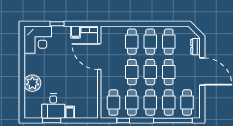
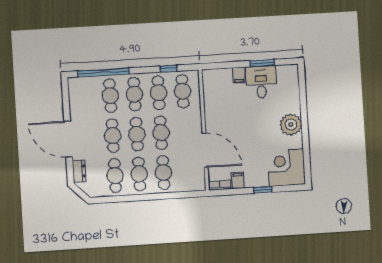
plant: (32, 83) -> (291, 125), moved
cafe table: (187, 102) -> (86, 97), removed

